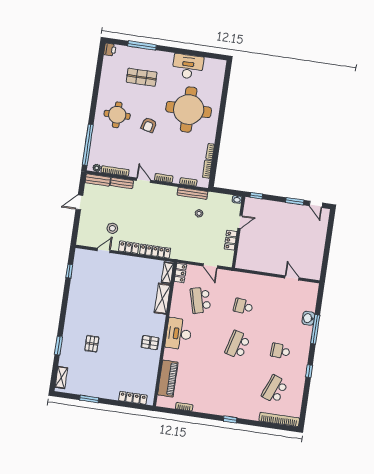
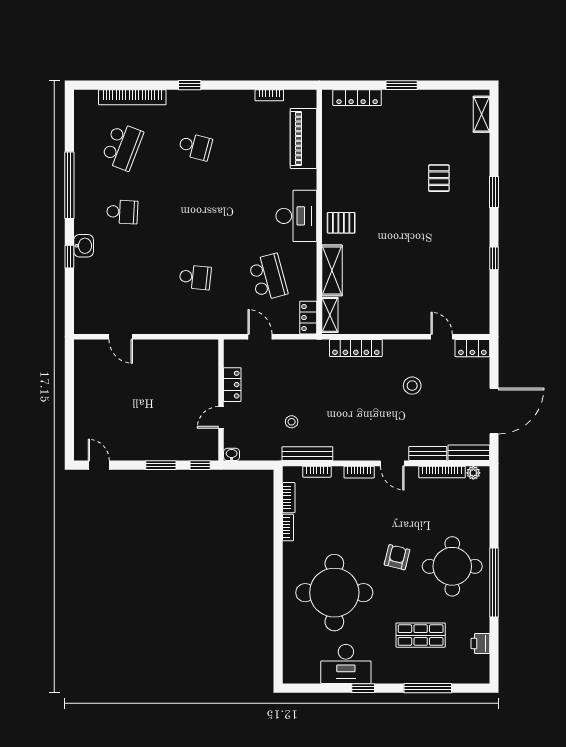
printer: (110, 50) -> (480, 643), moved
window: (180, 51) -> (363, 688), added
round table: (117, 115) -> (452, 566), width x1.36, depth x1.36
window: (88, 145) -> (494, 582), moved
window: (295, 201) -> (161, 465), moved
door: (79, 202) -> (494, 411), width x1.88
stool: (112, 228) -> (412, 386), moved
locker: (129, 247) -> (472, 348), moved
door: (104, 250) -> (442, 337), swing flipped
window: (69, 271) -> (494, 258), moved
washbasin: (308, 318) -> (84, 246), moved
window: (315, 329) -> (69, 257), width x0.46
pallet: (150, 343) -> (341, 223), moved
school desk: (238, 345) -> (195, 146), moved, width x0.54
window: (58, 346) -> (494, 192), moved
window: (309, 371) -> (69, 185), width x3.17
window: (89, 399) -> (402, 85), moved
bookcase: (279, 419) -> (132, 97), moved

